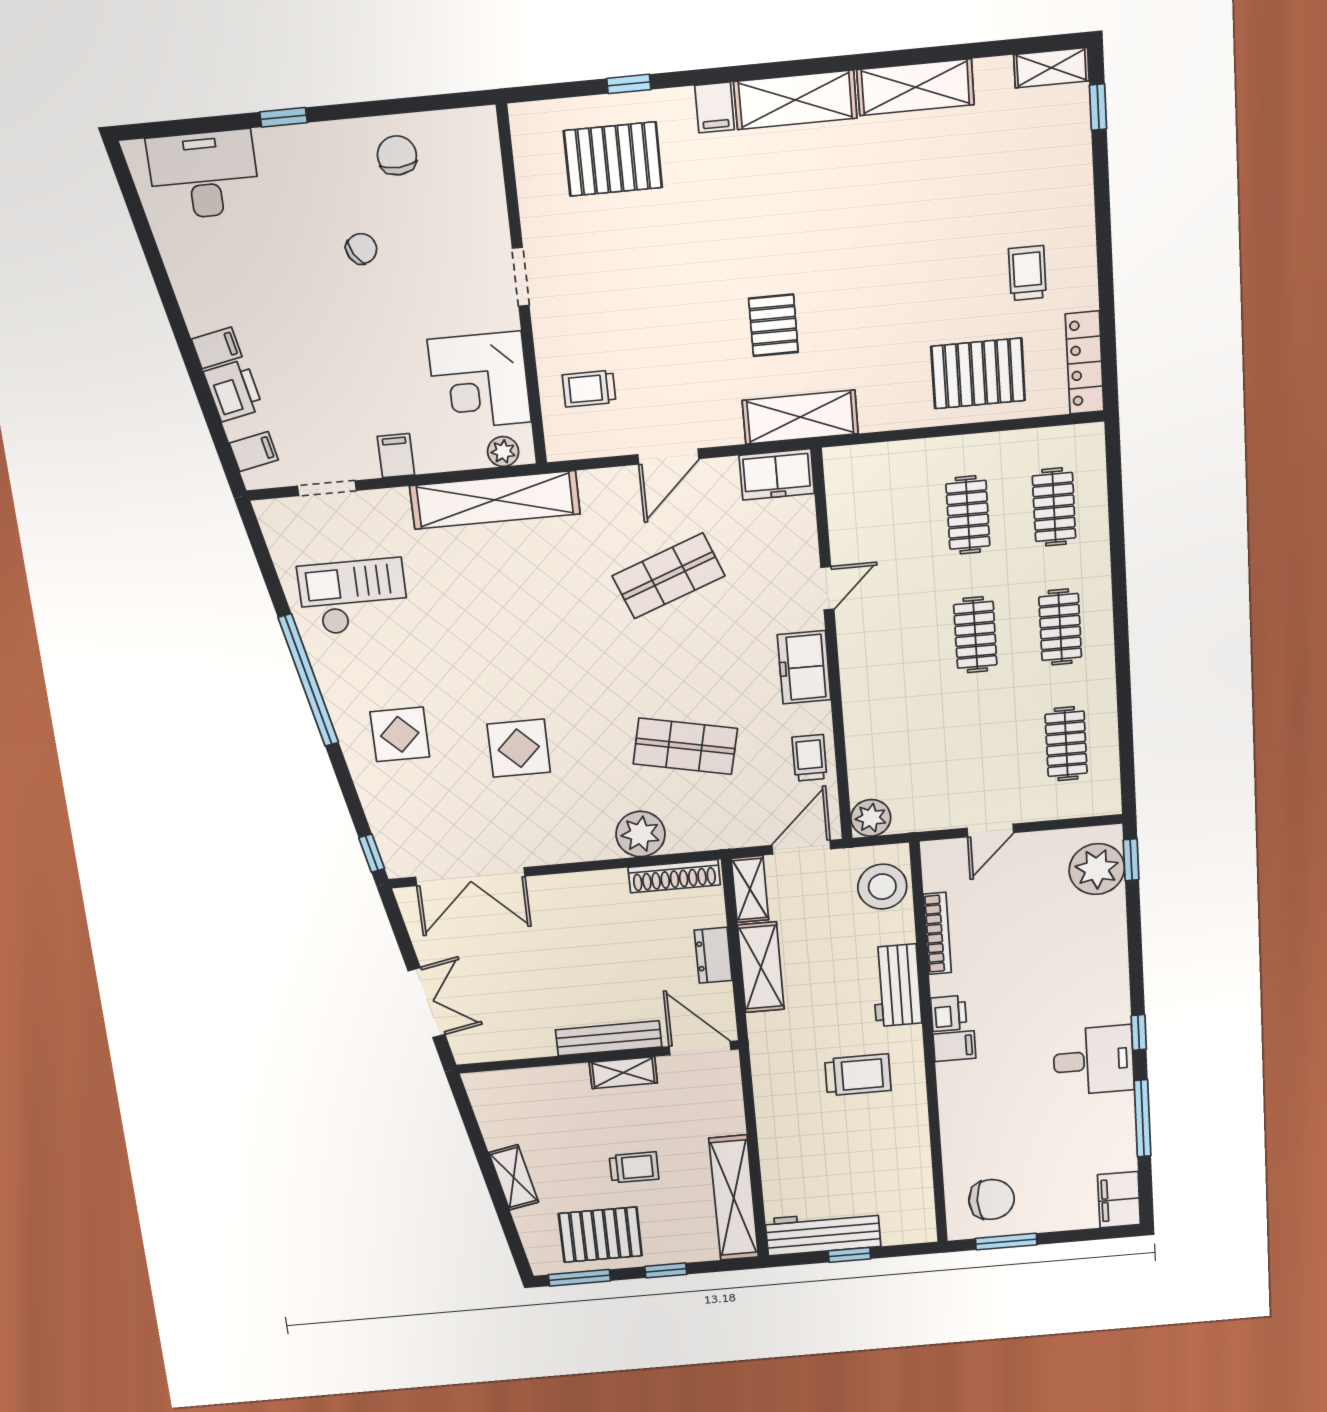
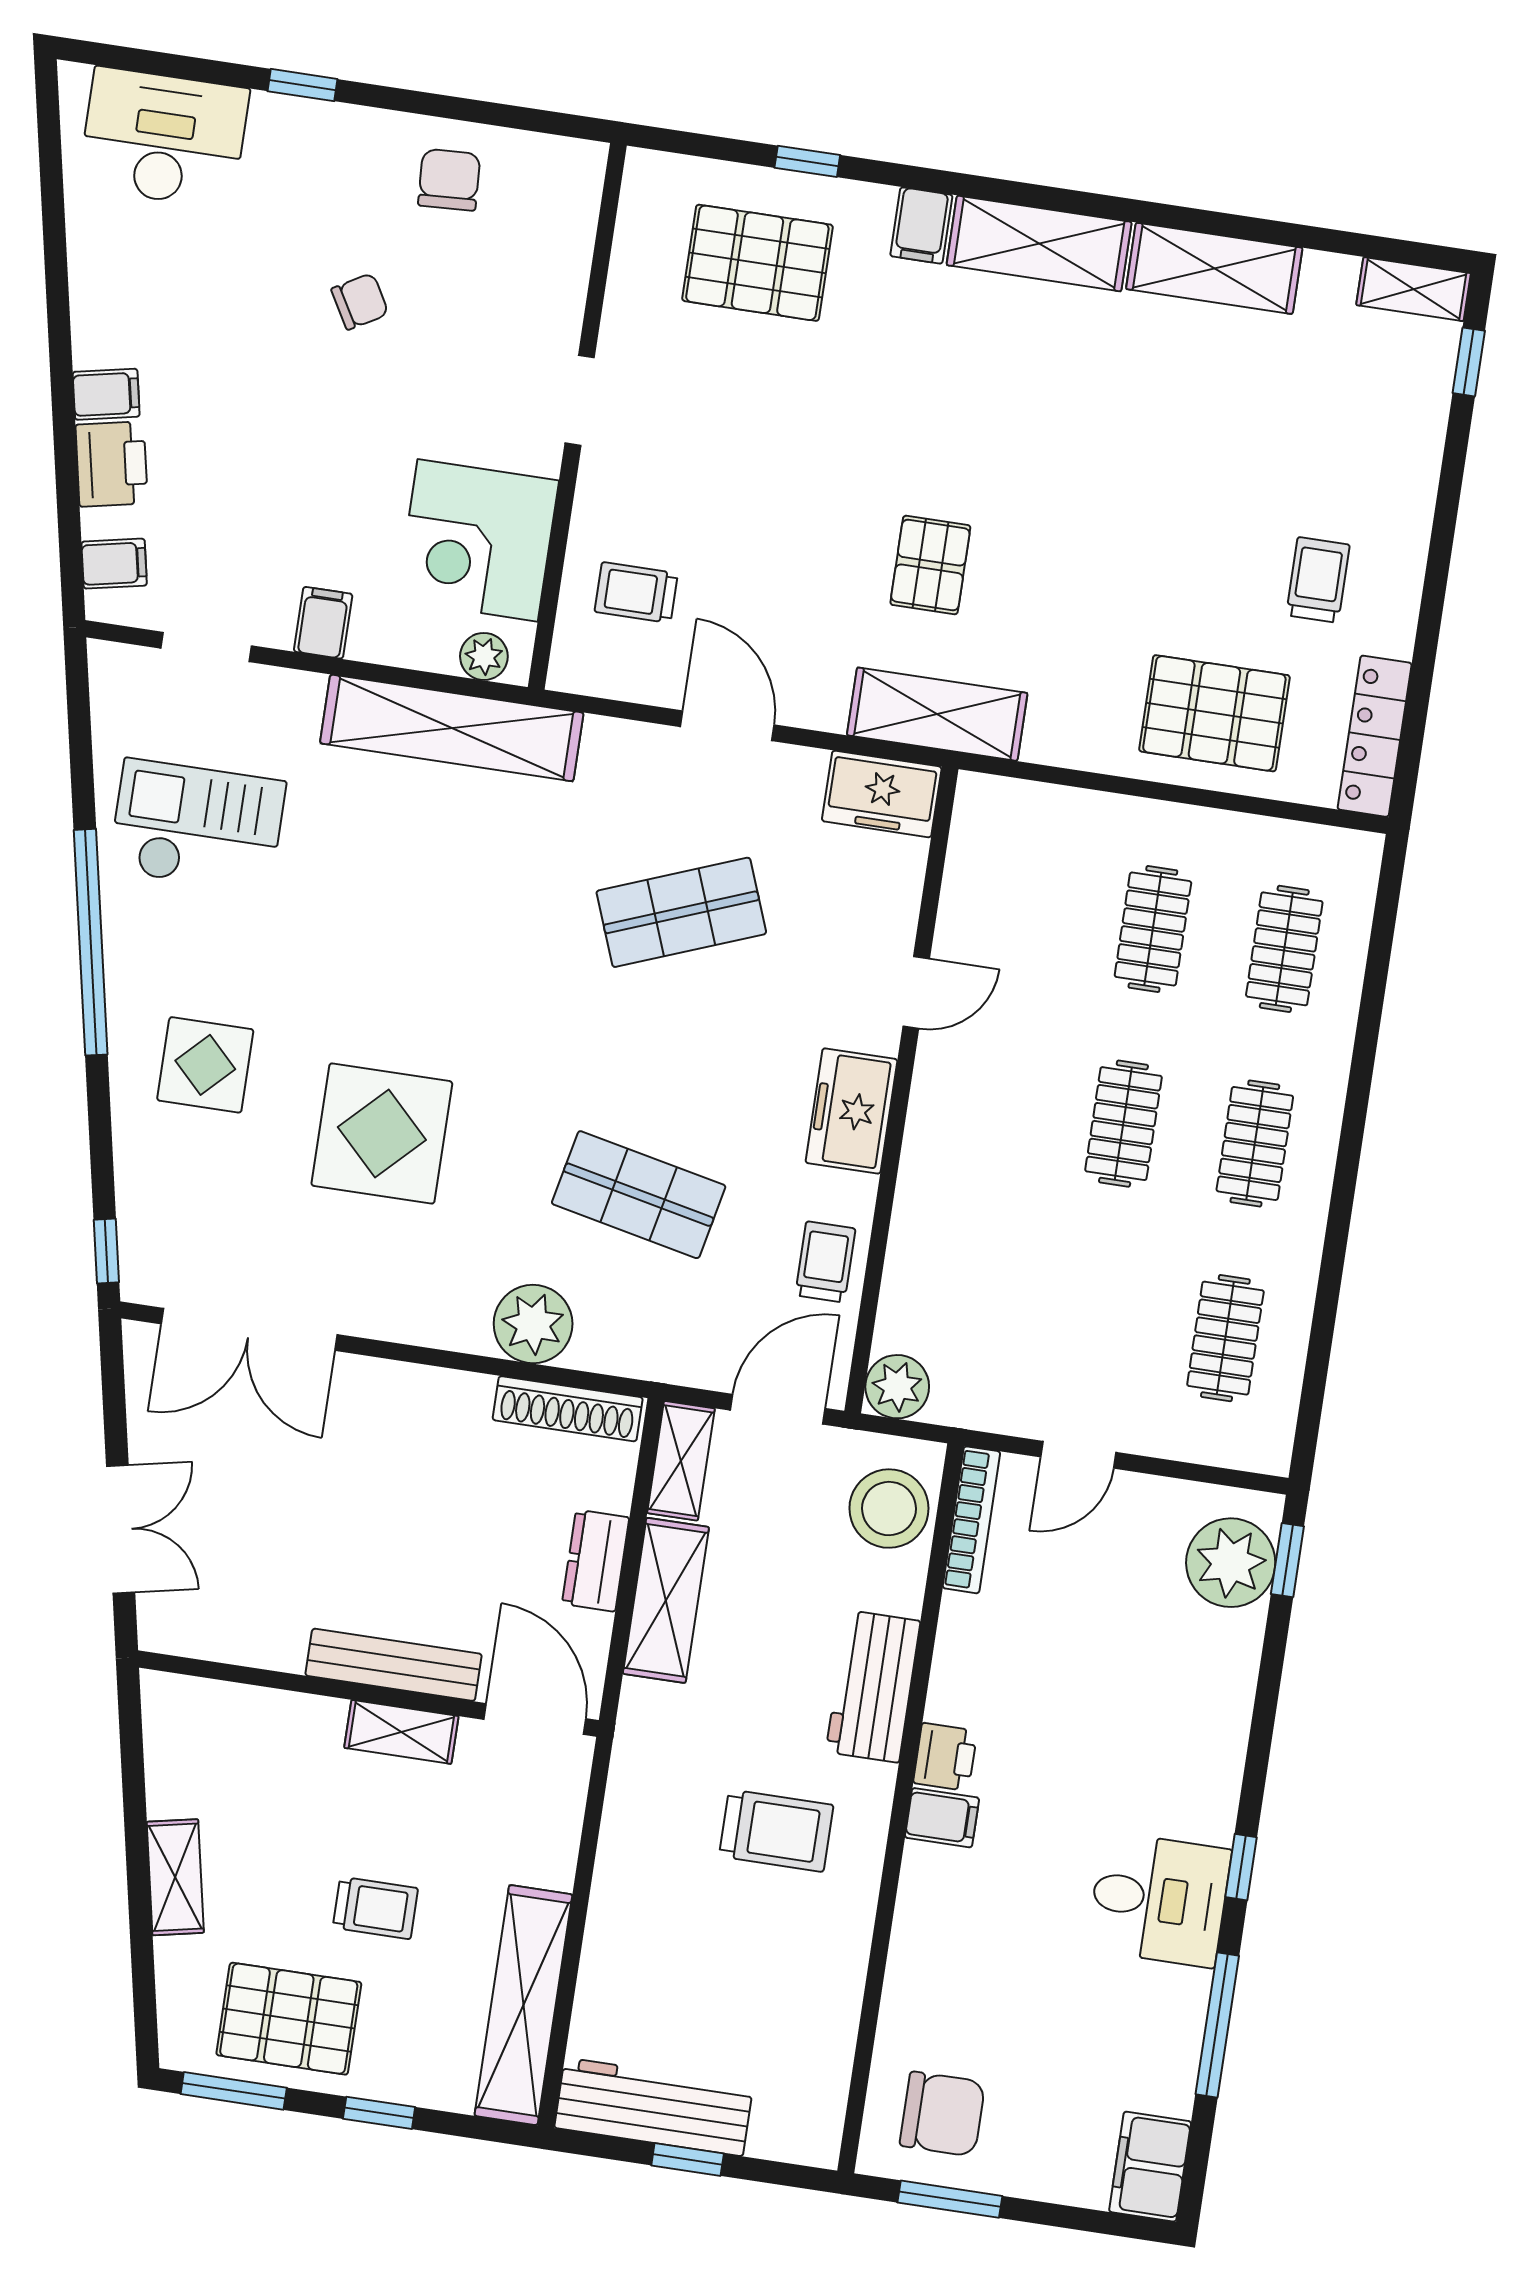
door: (668, 457) -> (727, 726), swing flipped
display table: (519, 748) -> (382, 1134), width x1.36, depth x1.36
bookcase: (937, 933) -> (971, 1520), moved

